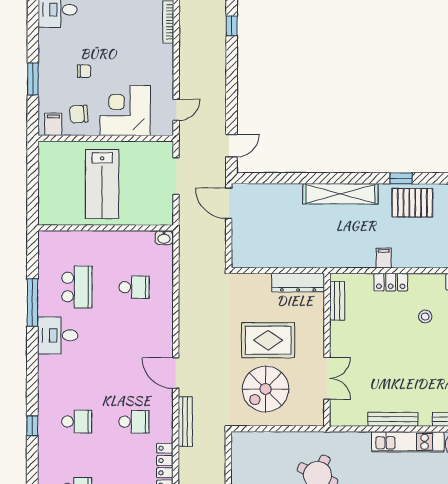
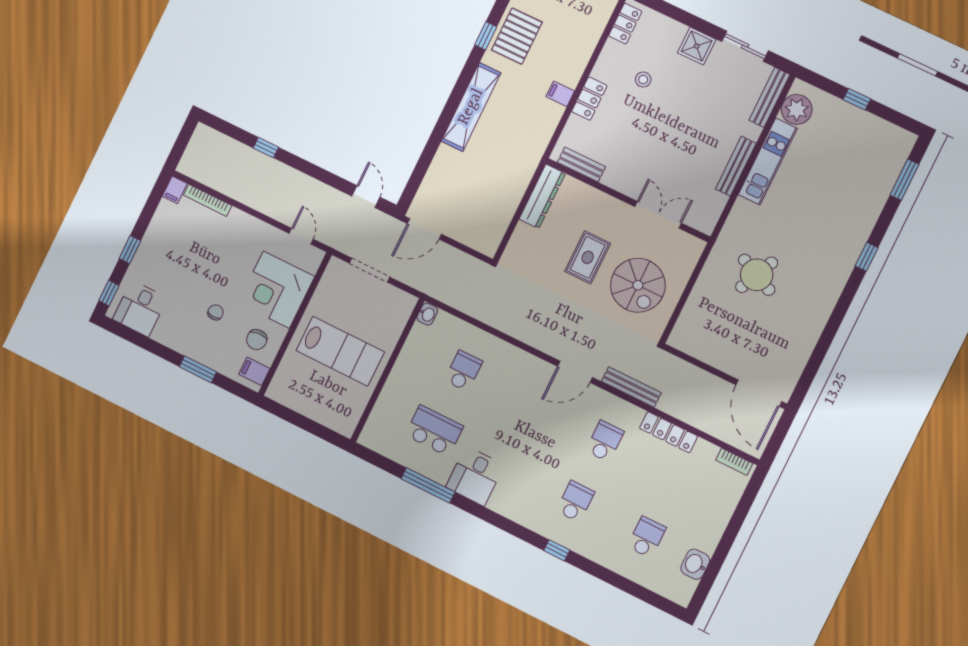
window: (232, 26) -> (266, 148), moved
rug: (268, 340) -> (588, 257), width x0.73, depth x0.70

